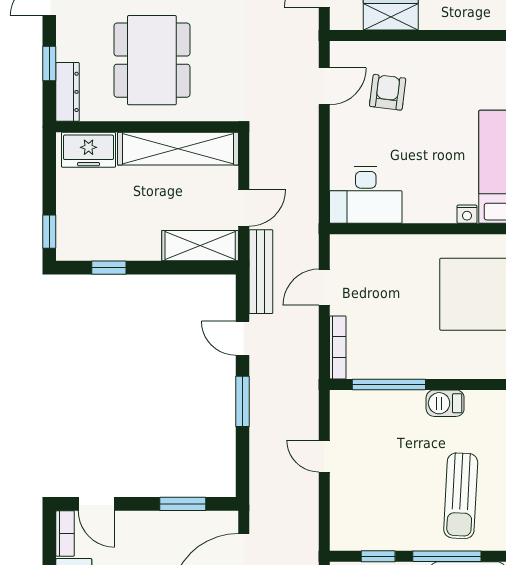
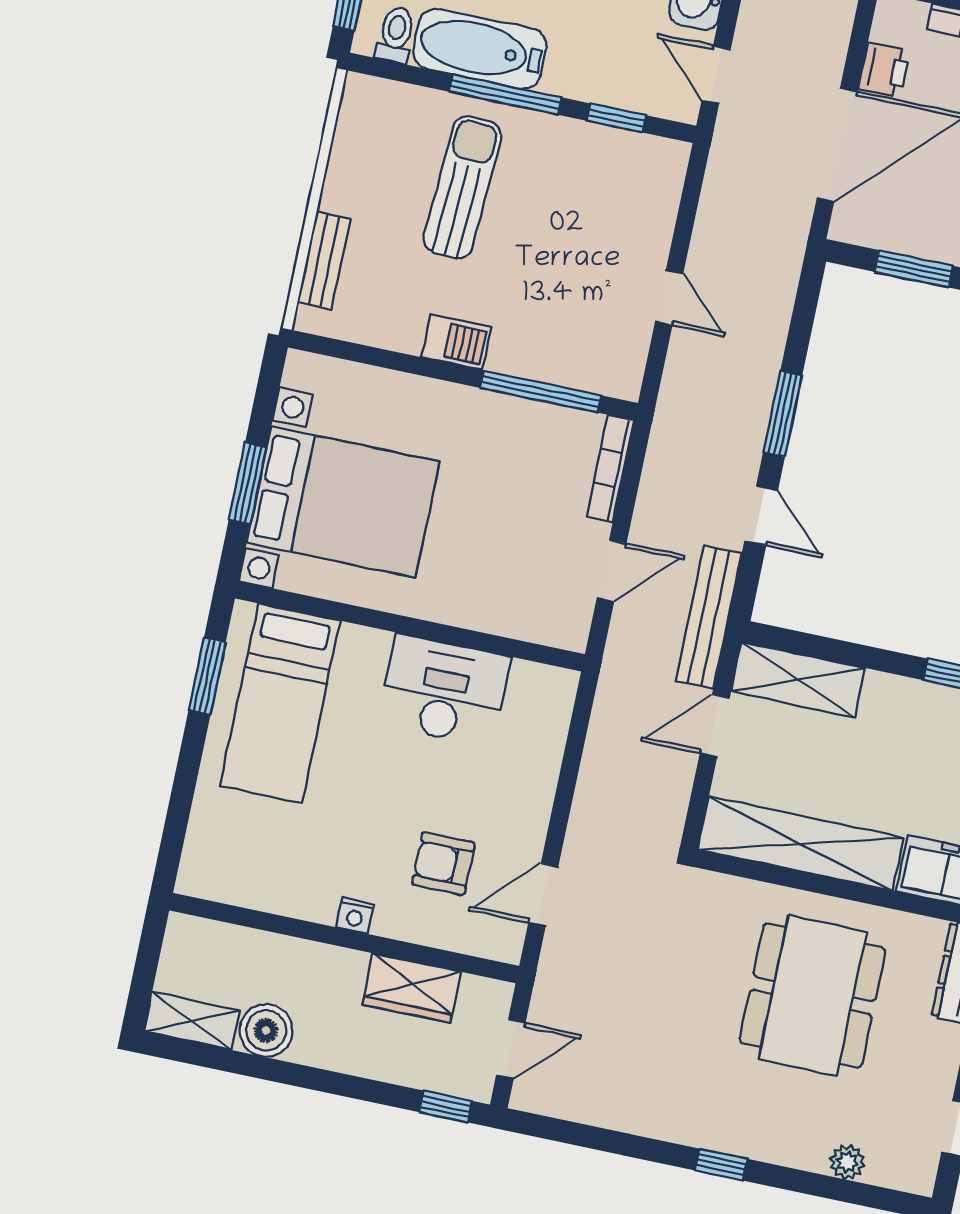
armchair: (388, 92) -> (443, 863), turned 83
desk: (366, 195) -> (444, 690), moved
nightstand: (467, 214) -> (355, 916), moved, turned 180

